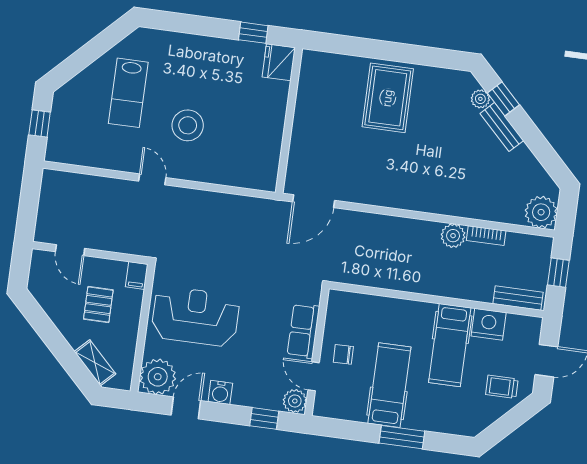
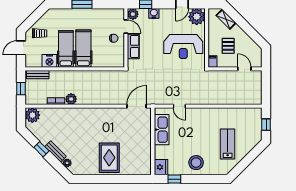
window: (503, 99) -> (41, 149), moved
stool: (188, 125) -> (196, 163), moved
kitchen sink: (266, 143) -> (162, 130), added
door: (152, 179) -> (179, 106), moved
hospital bed: (389, 385) -> (83, 49), moved, turned 180
water cooler: (220, 392) -> (154, 13), moved

